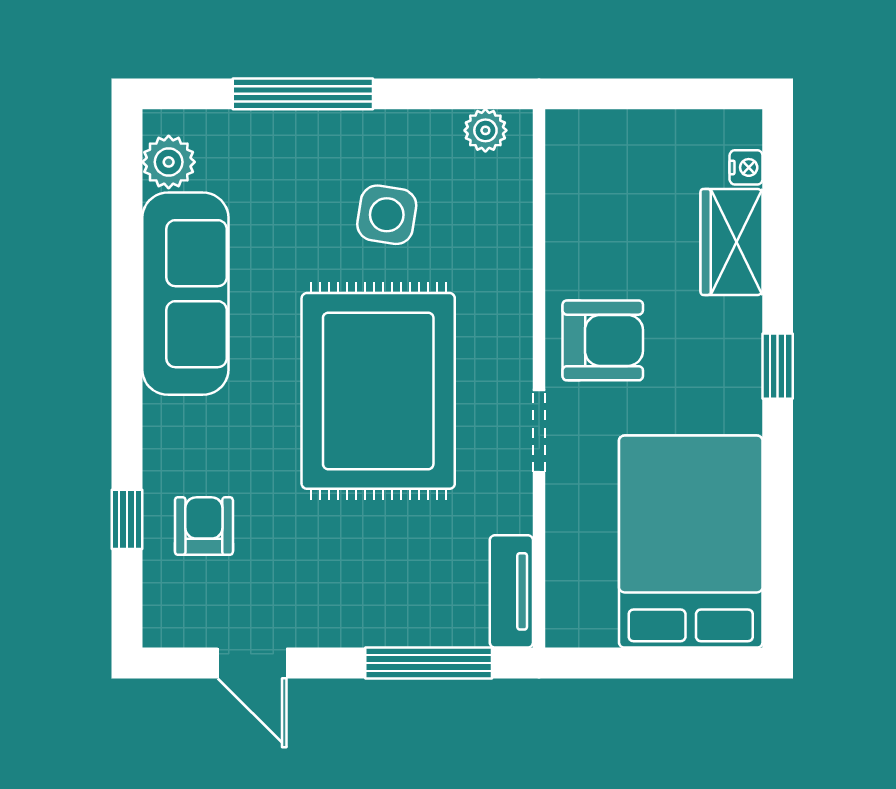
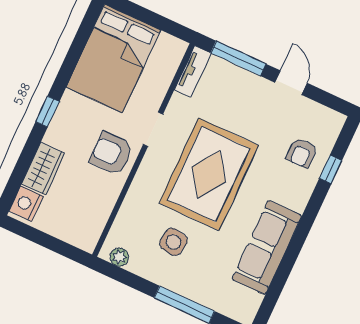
plant: (169, 162) -> (249, 302), removed
nightstand: (746, 167) -> (26, 204), width x1.89, depth x1.79
door: (252, 663) -> (291, 83), moved

